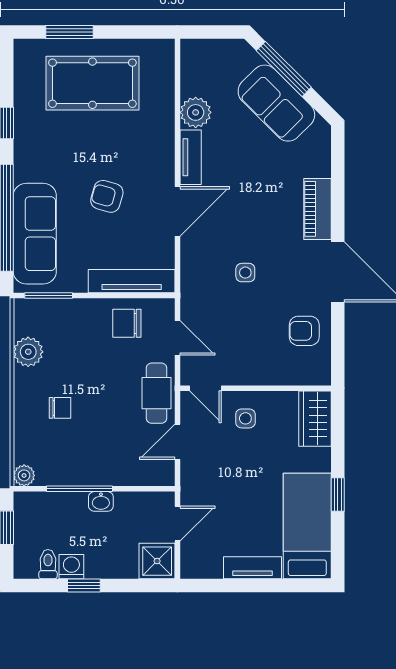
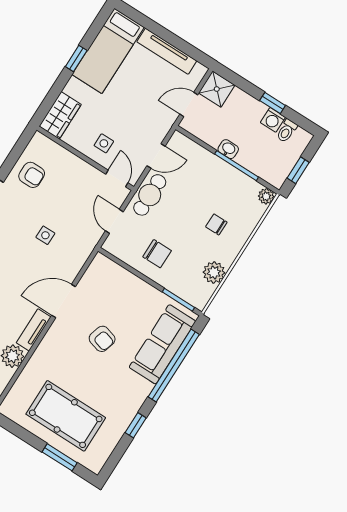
tv unit: (132, 281) -> (120, 276), removed
chair: (127, 323) -> (157, 254), moved
tv unit: (252, 568) -> (167, 51), width x1.41

